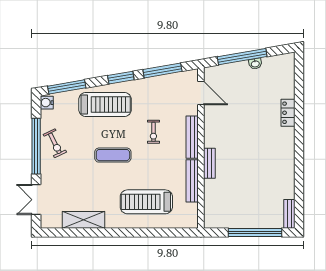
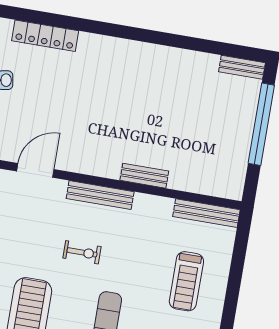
locker: (288, 113) -> (45, 36), moved, width x1.53
bench: (192, 181) -> (206, 213), moved
treadmill: (146, 202) -> (186, 281), width x0.73, depth x0.73

